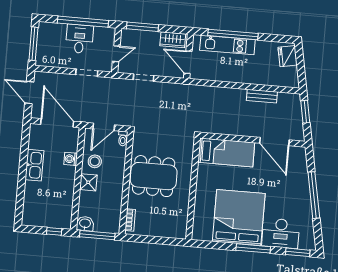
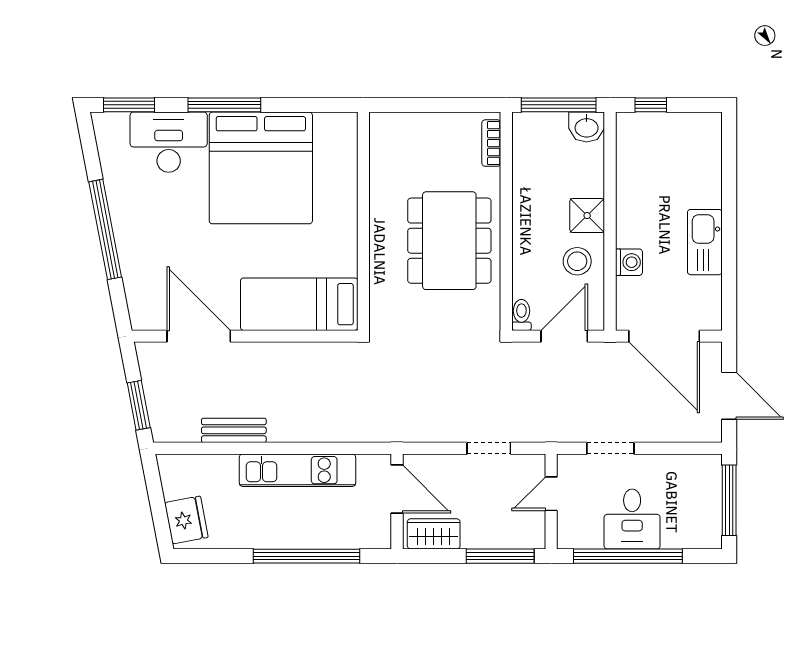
kitchen unit: (227, 45) -> (297, 470), moved, turned 180
dining table: (154, 176) -> (449, 241), turned 90

